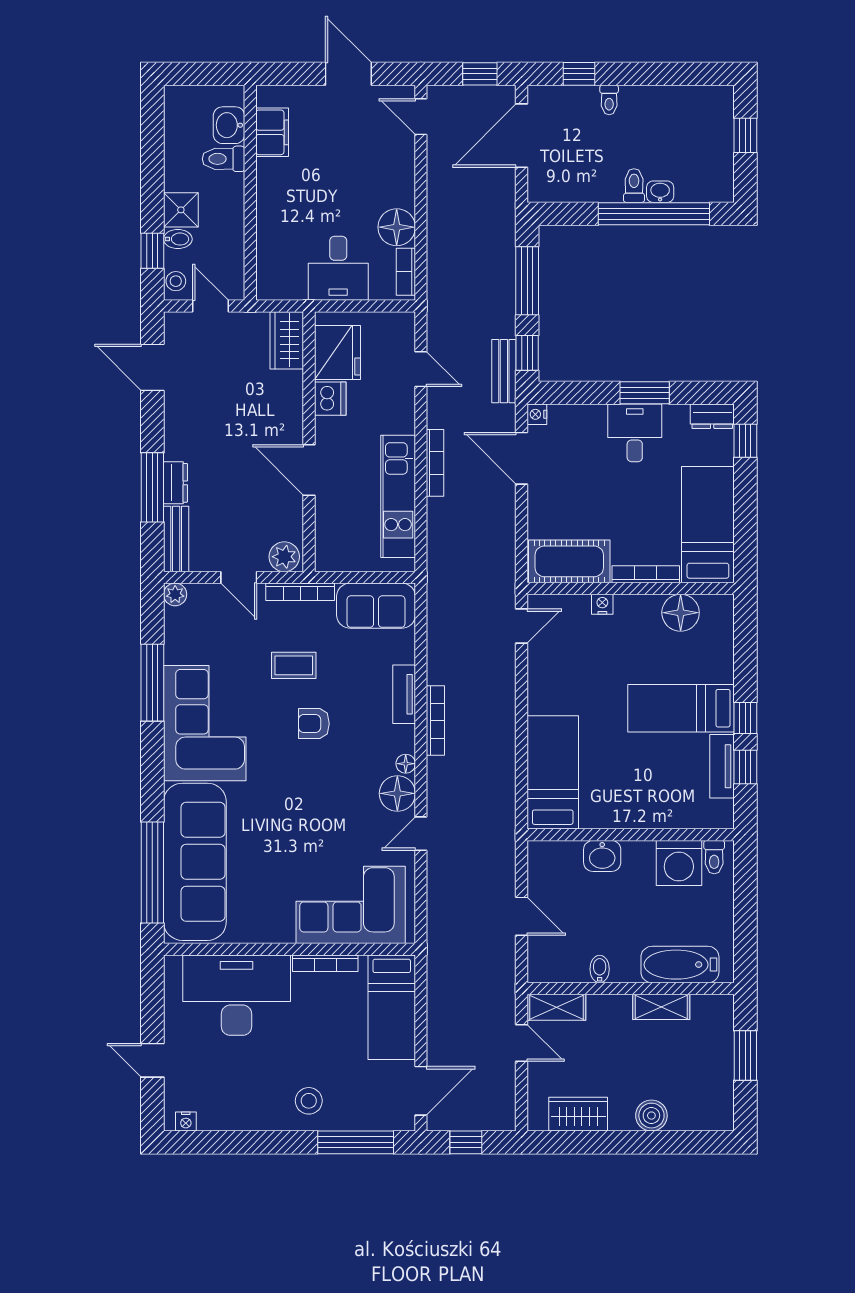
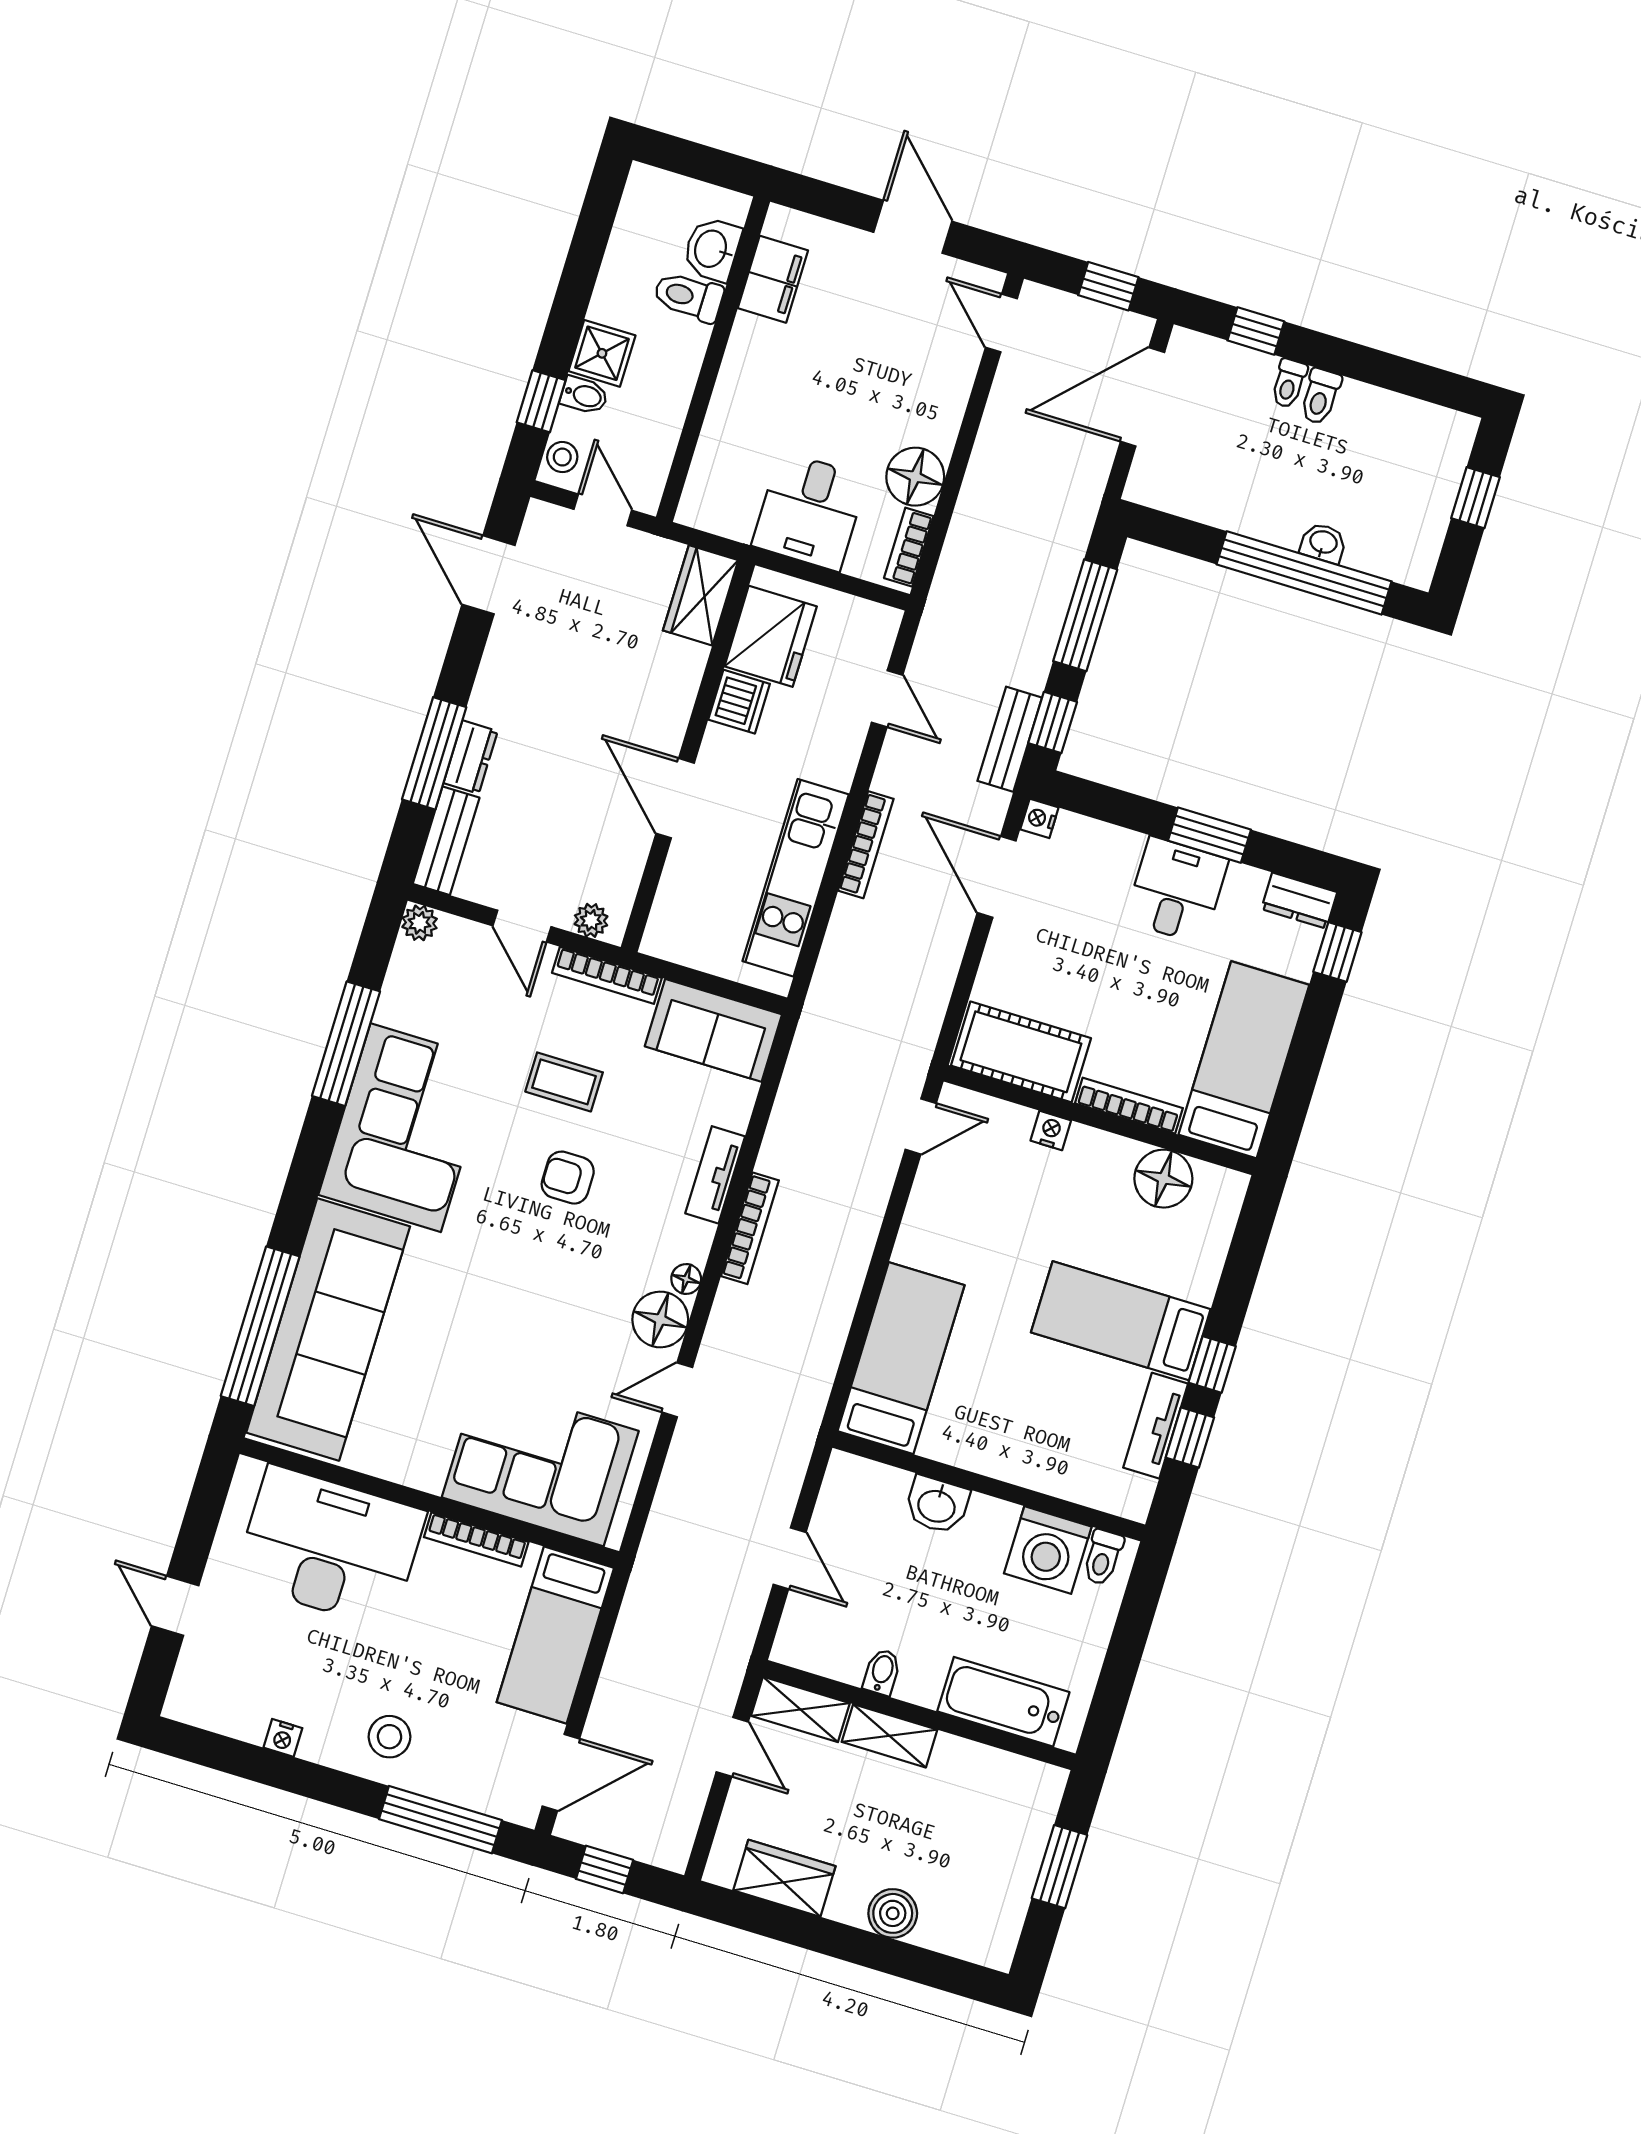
toilet: (634, 186) -> (1320, 396), moved, turned 180
plant: (284, 557) -> (591, 920), width x0.73, depth x0.73
shelving: (661, 1007) -> (890, 1736), moved
nightstand: (186, 1121) -> (283, 1738), moved

